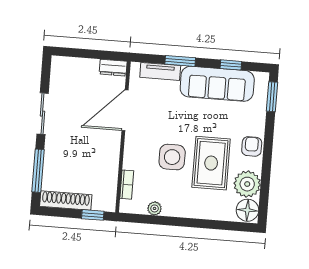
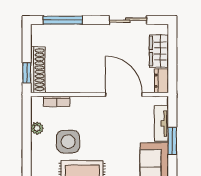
wardrobe: (80, 68) -> (159, 51), added
sliding door: (43, 114) -> (128, 20), moved
side table: (172, 157) -> (68, 142), moved
shoe rack: (66, 201) -> (38, 70), moved

